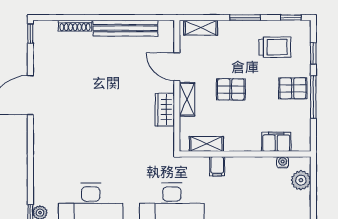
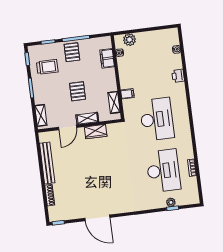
trolley: (275, 47) -> (47, 67), turned 90

